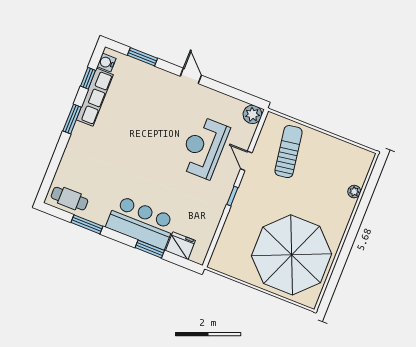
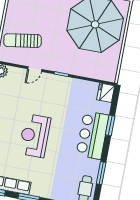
reception desk: (204, 148) -> (35, 136), moved, turned 90
fridge: (180, 246) -> (106, 93), moved

